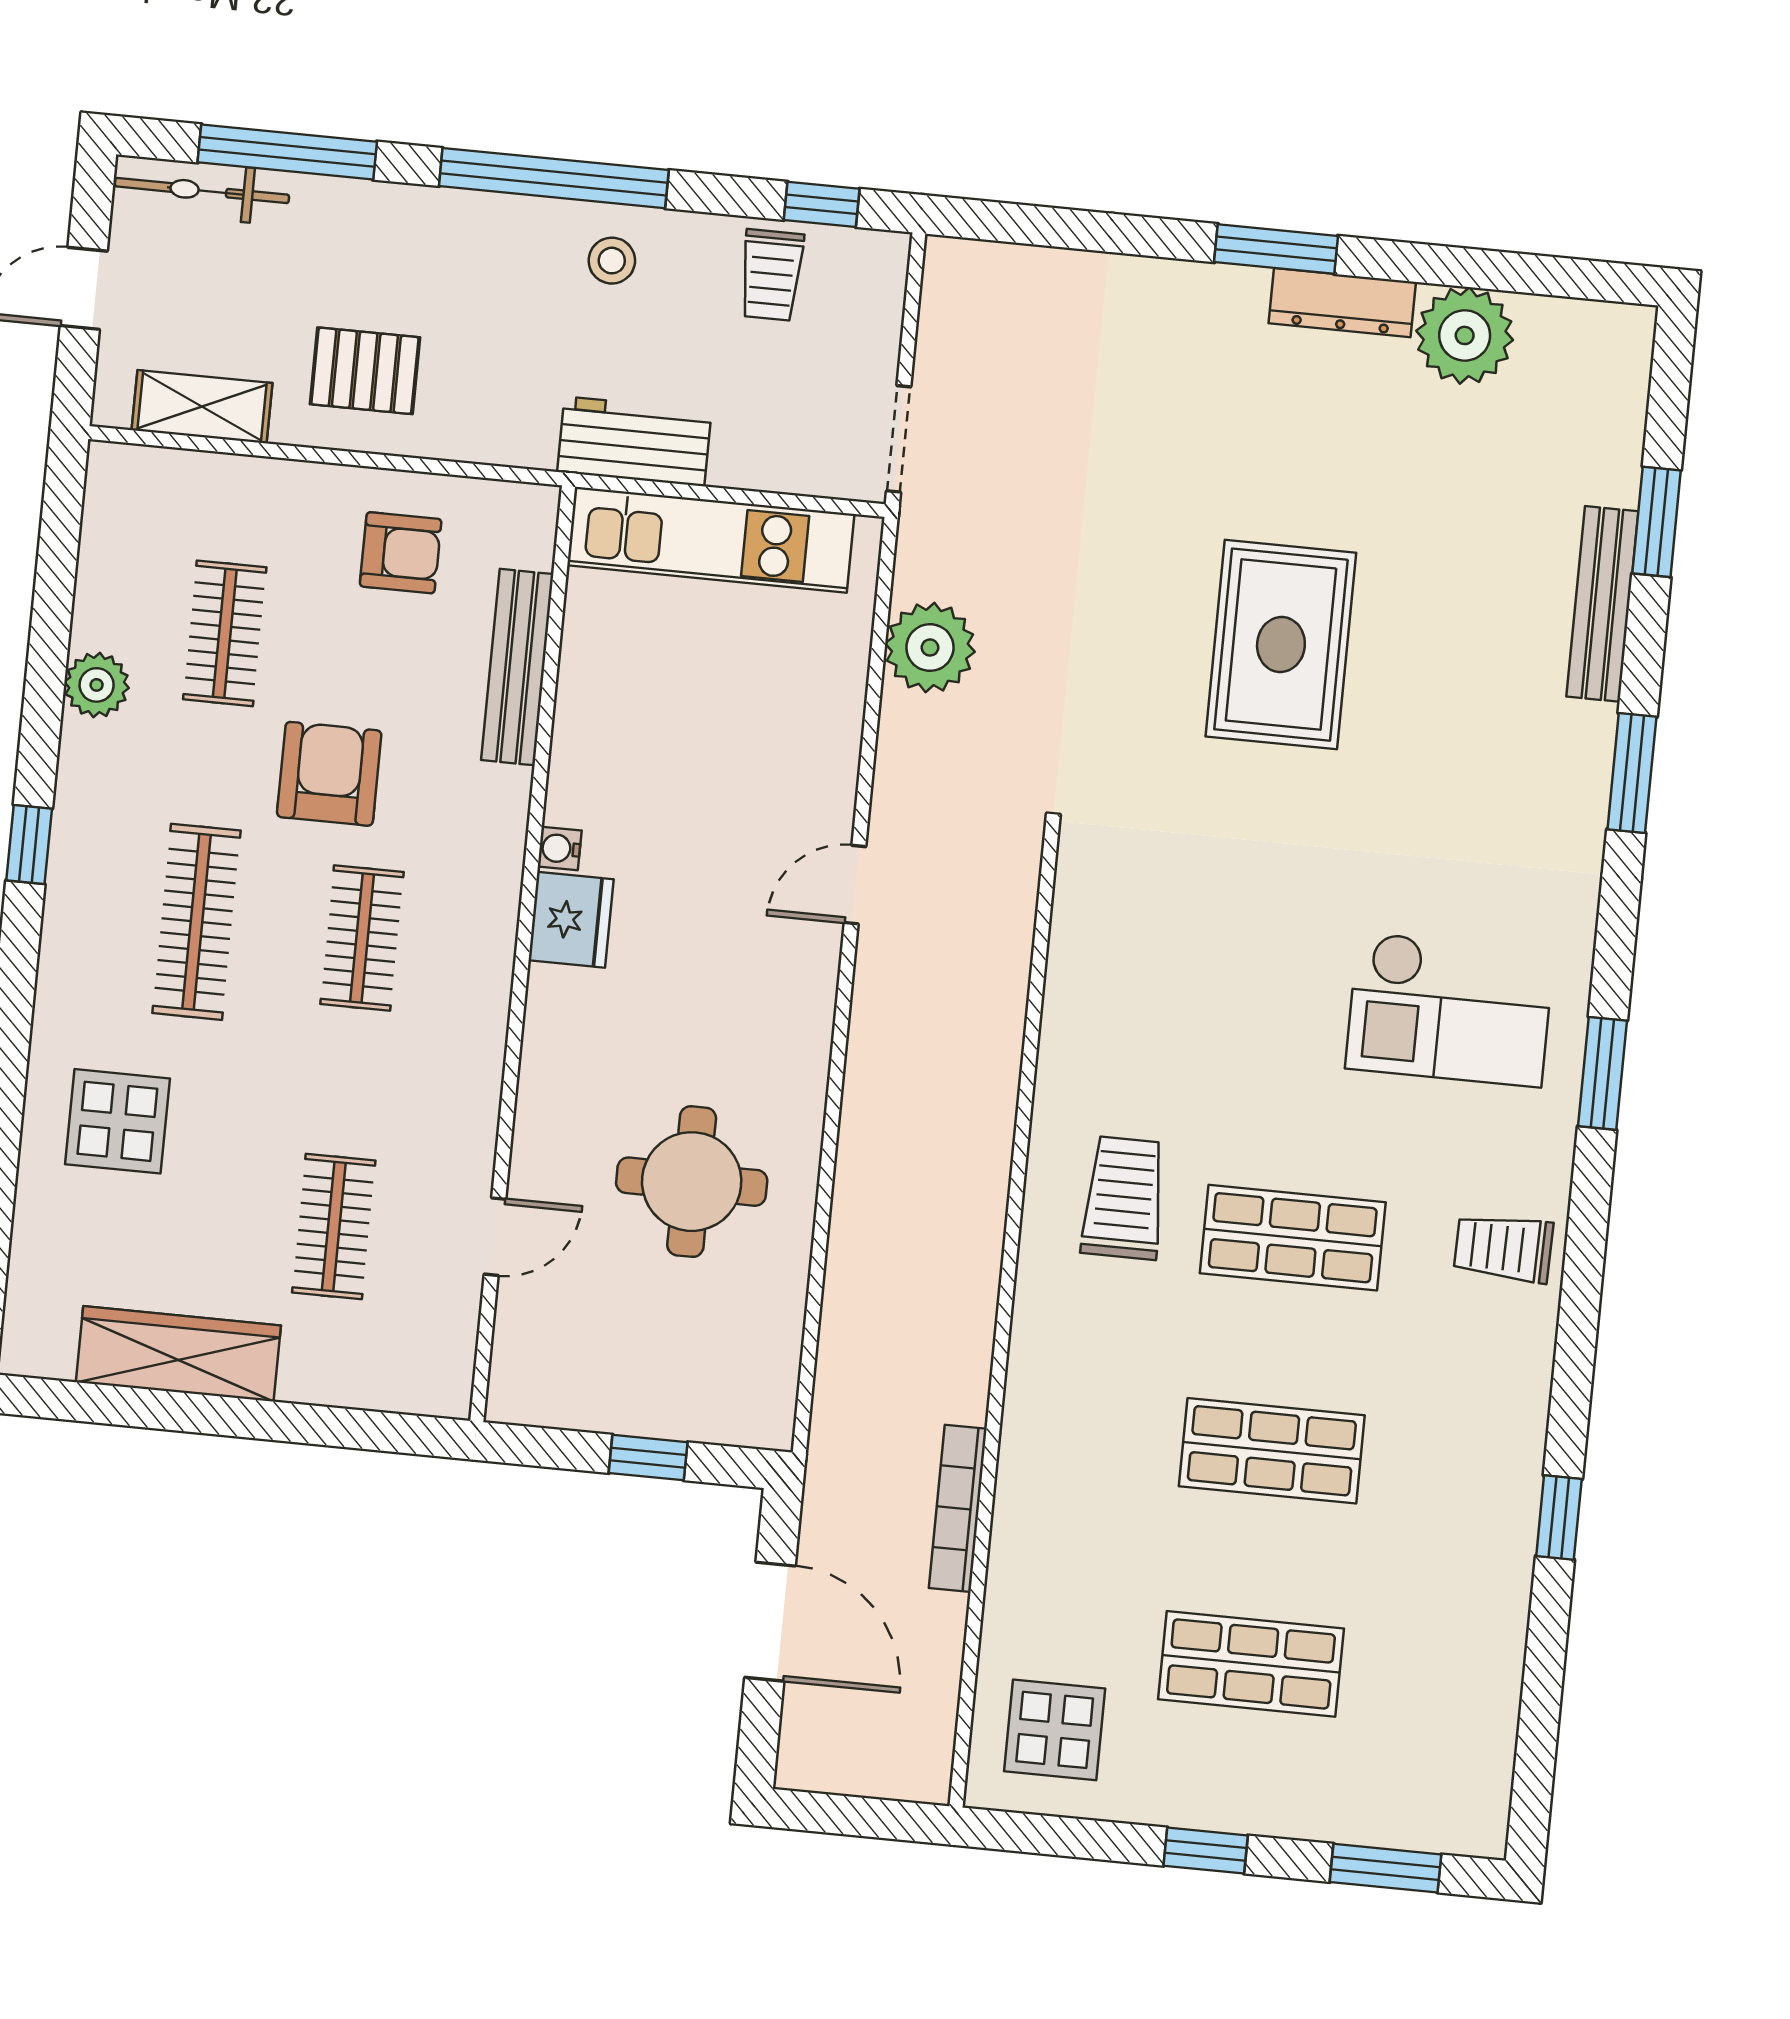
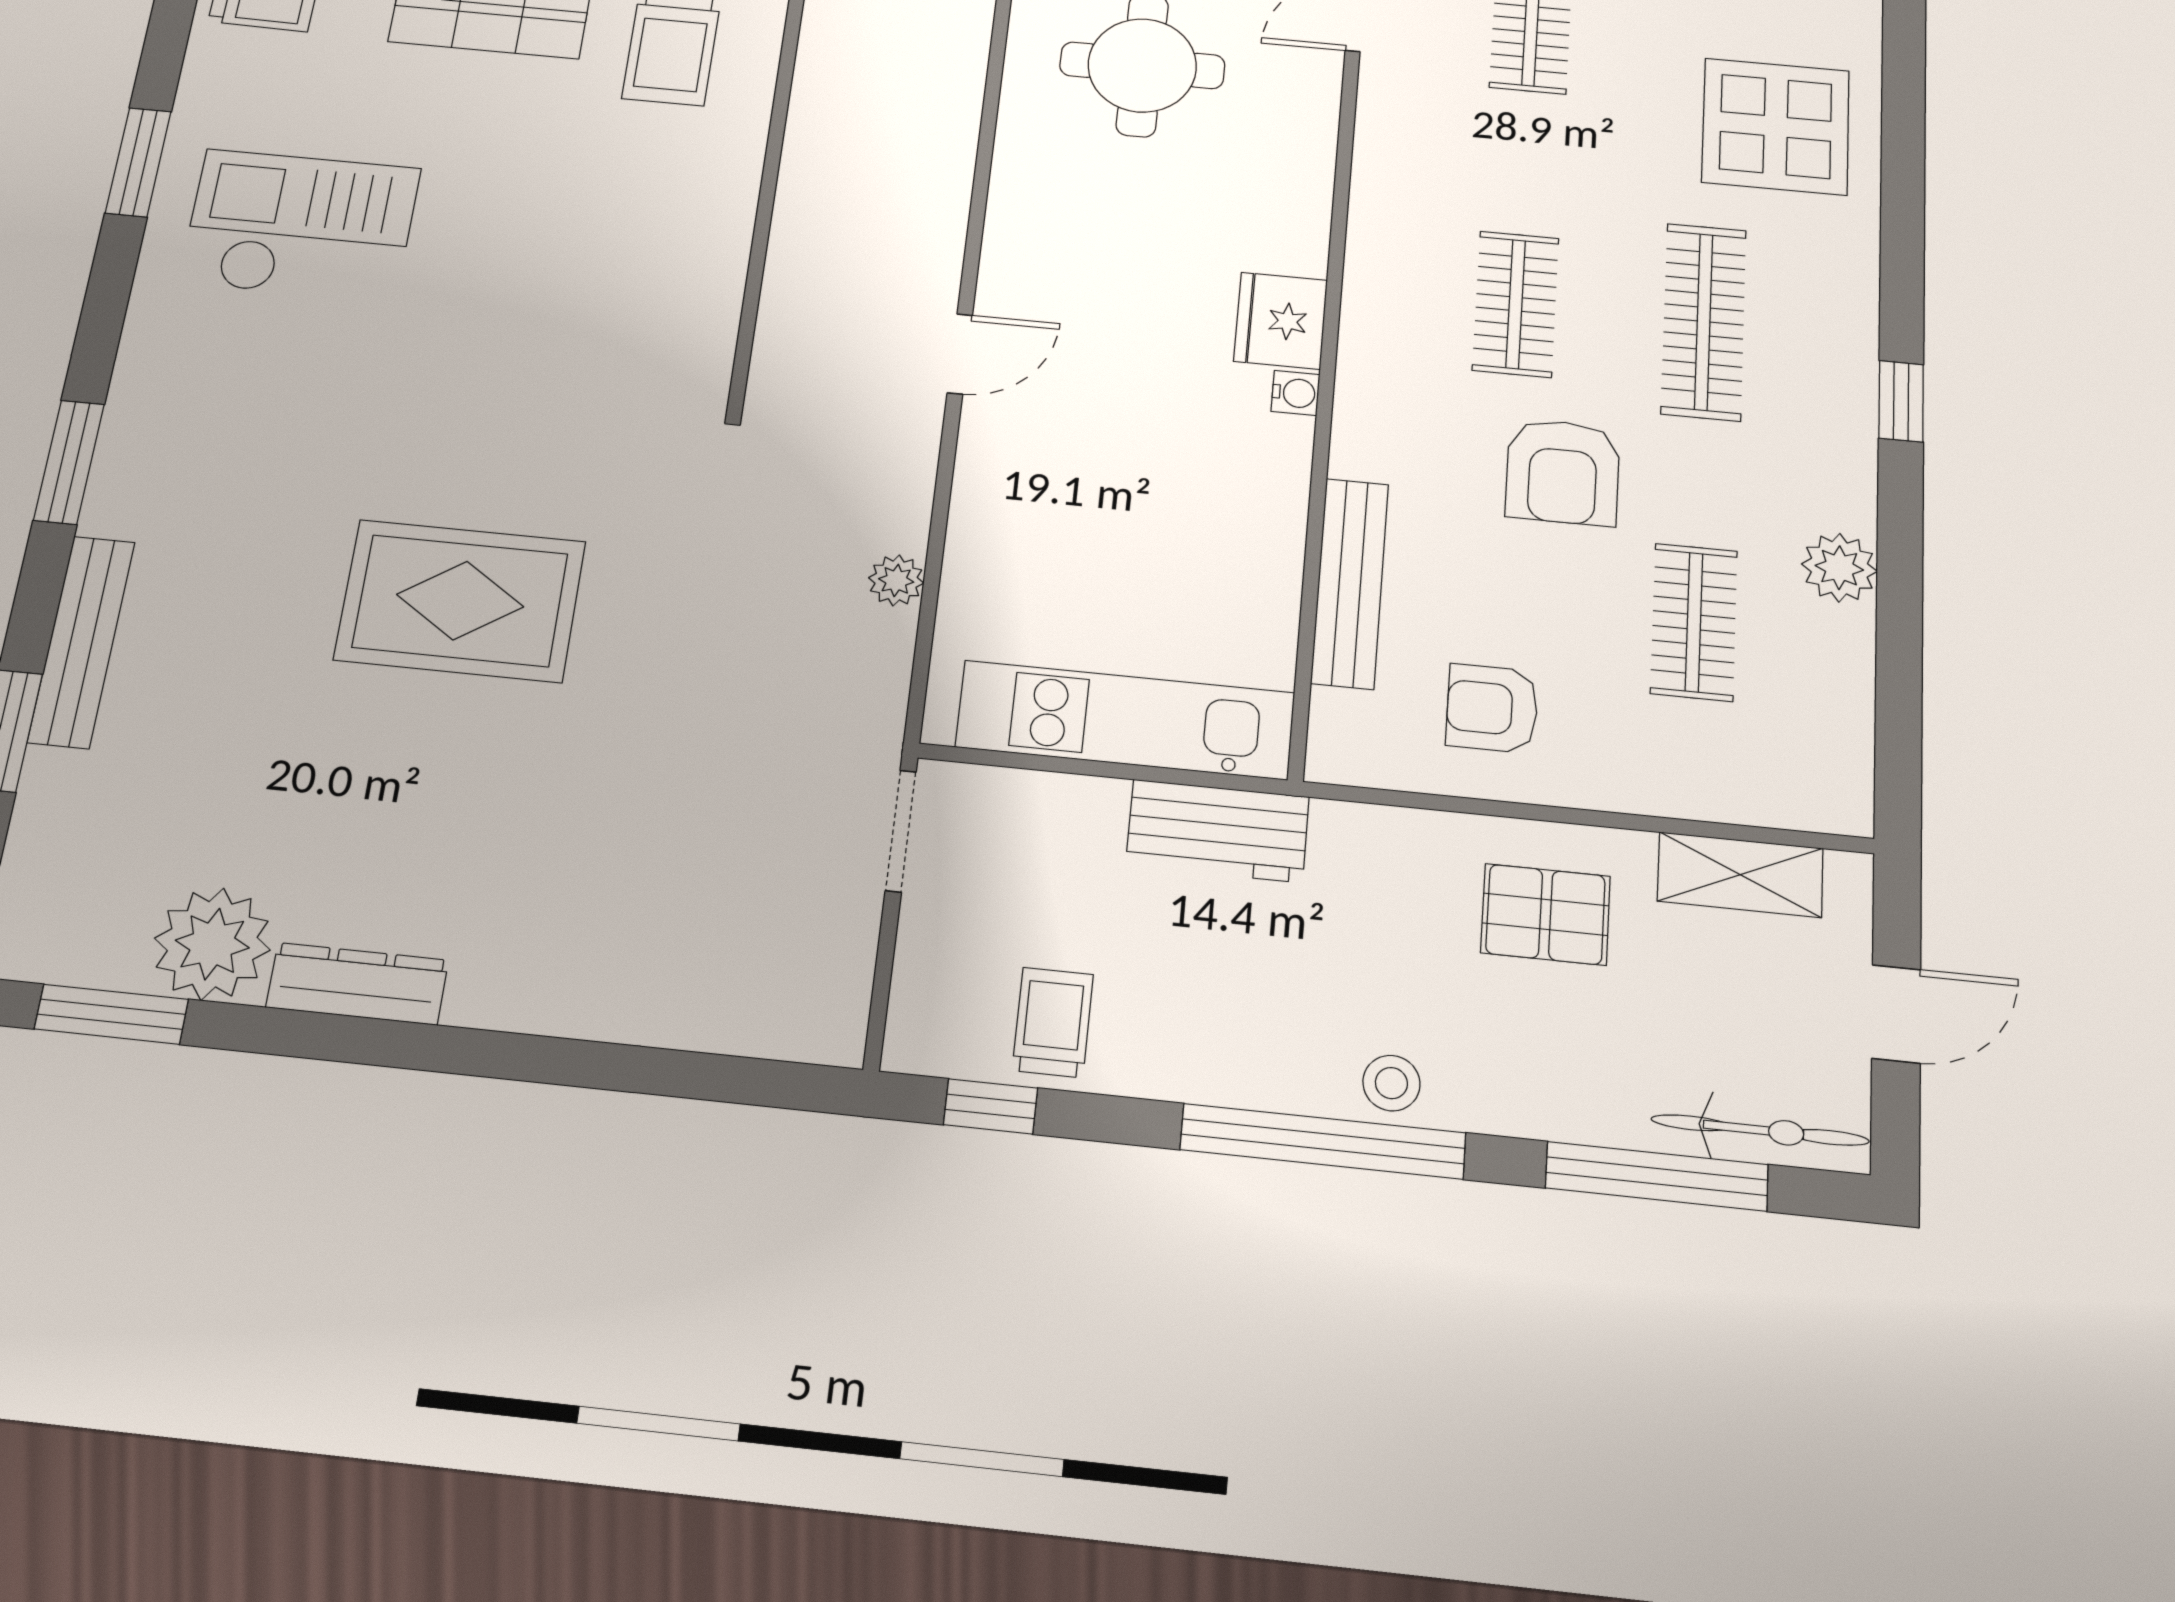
window: (1276, 249) -> (111, 1014), moved
stool: (612, 261) -> (1391, 1083), moved
rug: (1281, 645) -> (460, 601), turned 90
plant: (930, 648) -> (896, 580), width x0.53, depth x0.53
display table: (117, 1121) -> (1776, 126), width x1.36, depth x1.36

